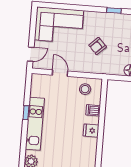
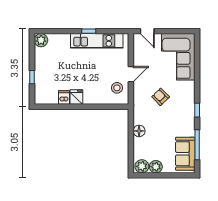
door: (60, 73) -> (131, 74), moved
dishwasher: (93, 110) -> (64, 98), moved
kitchen unit: (35, 124) -> (97, 41), moved

